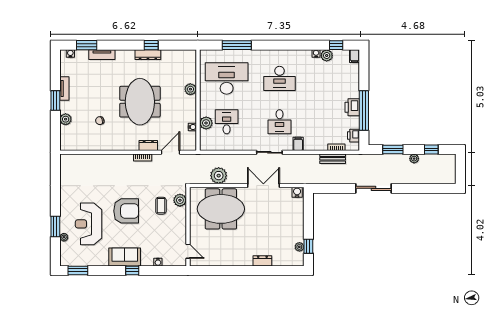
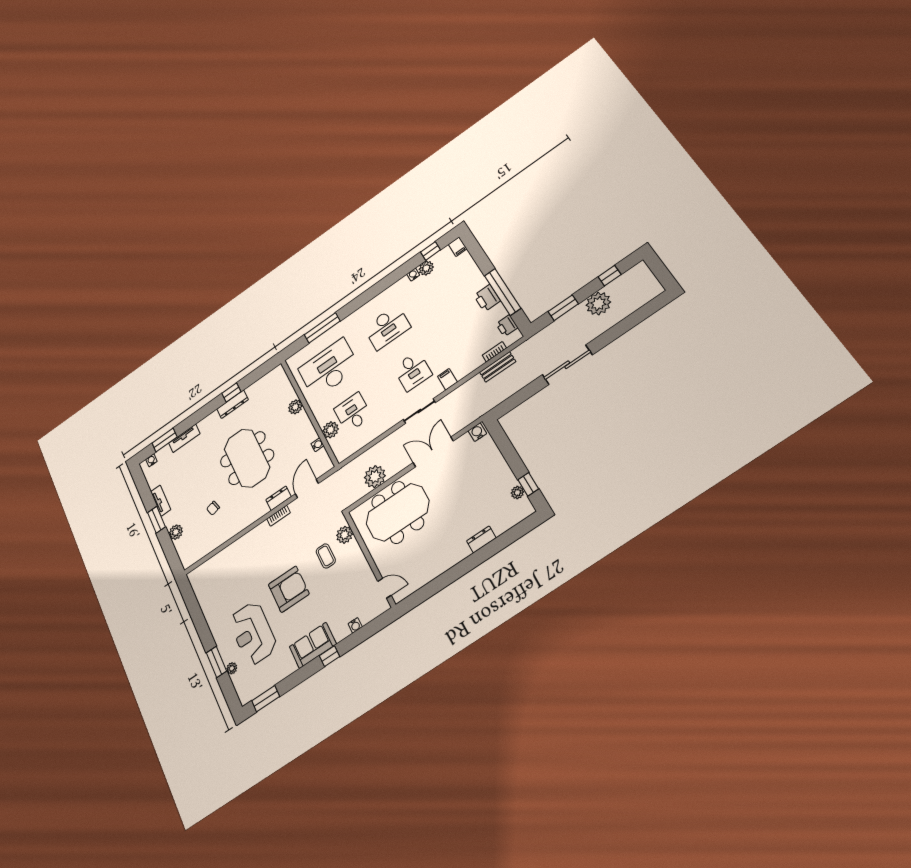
plant: (414, 159) -> (598, 304), width x1.87, depth x1.87

